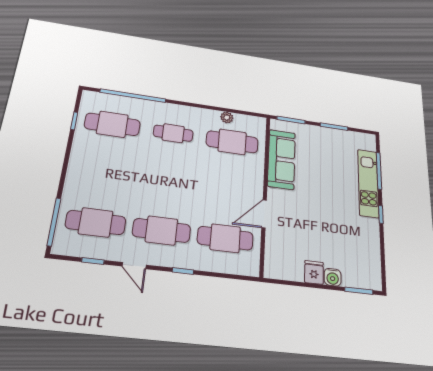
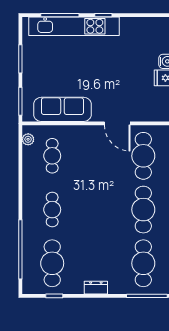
plant: (227, 117) -> (28, 139), moved
cafe table: (232, 142) -> (52, 156), width x0.73, depth x0.74
dresser: (75, 166) -> (96, 288), added
kitchen unit: (368, 183) -> (74, 26), width x1.36

